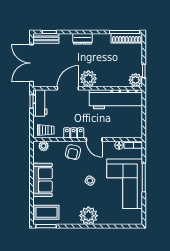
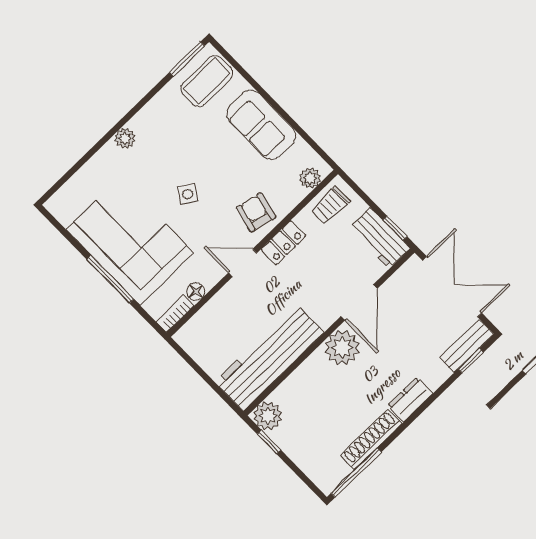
shoe rack: (127, 38) -> (371, 439), moved
plant: (88, 216) -> (125, 138), width x0.53, depth x0.53

